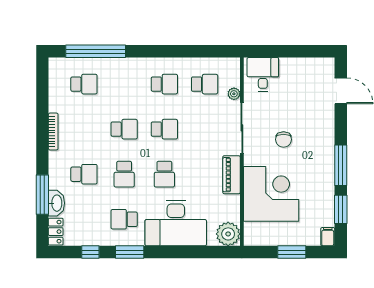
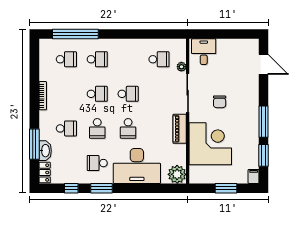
school desk: (164, 84) -> (97, 59), moved

